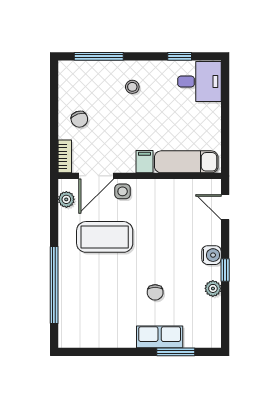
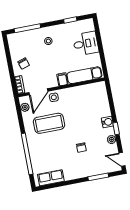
desk: (199, 81) -> (86, 44), moved
door: (225, 207) -> (122, 159), moved
row of seats: (160, 337) -> (51, 178), moved

